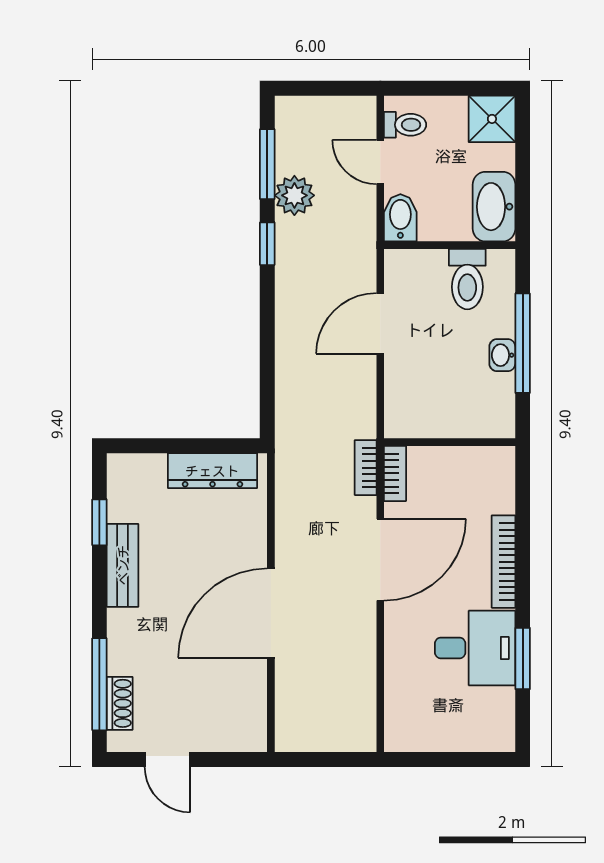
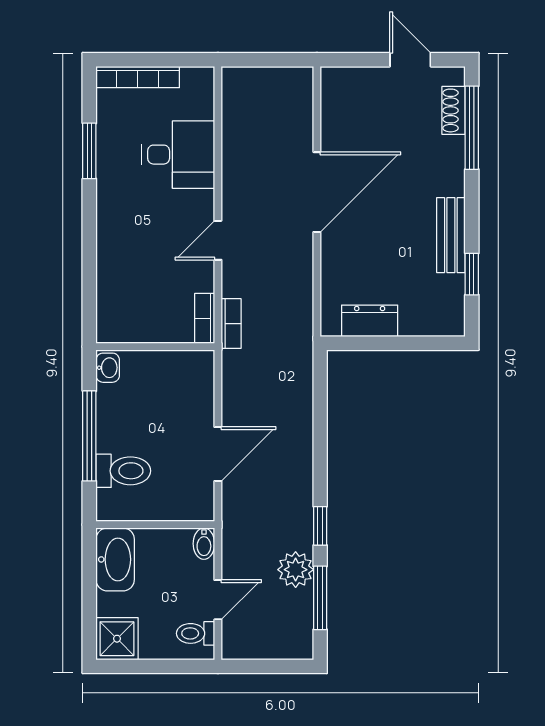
door: (380, 162) -> (218, 600), hinge flipped
bidet: (400, 218) -> (204, 544), width x0.72, depth x0.74
toilet: (467, 279) -> (123, 471), moved, turned 90
washbasin: (502, 355) -> (108, 368), moved
dresser: (212, 471) -> (370, 321), width x0.70
door: (380, 560) -> (218, 240), width x0.53
bookcase: (503, 562) -> (138, 77), moved, turned 90
desk: (475, 648) -> (178, 155), moved, turned 180

